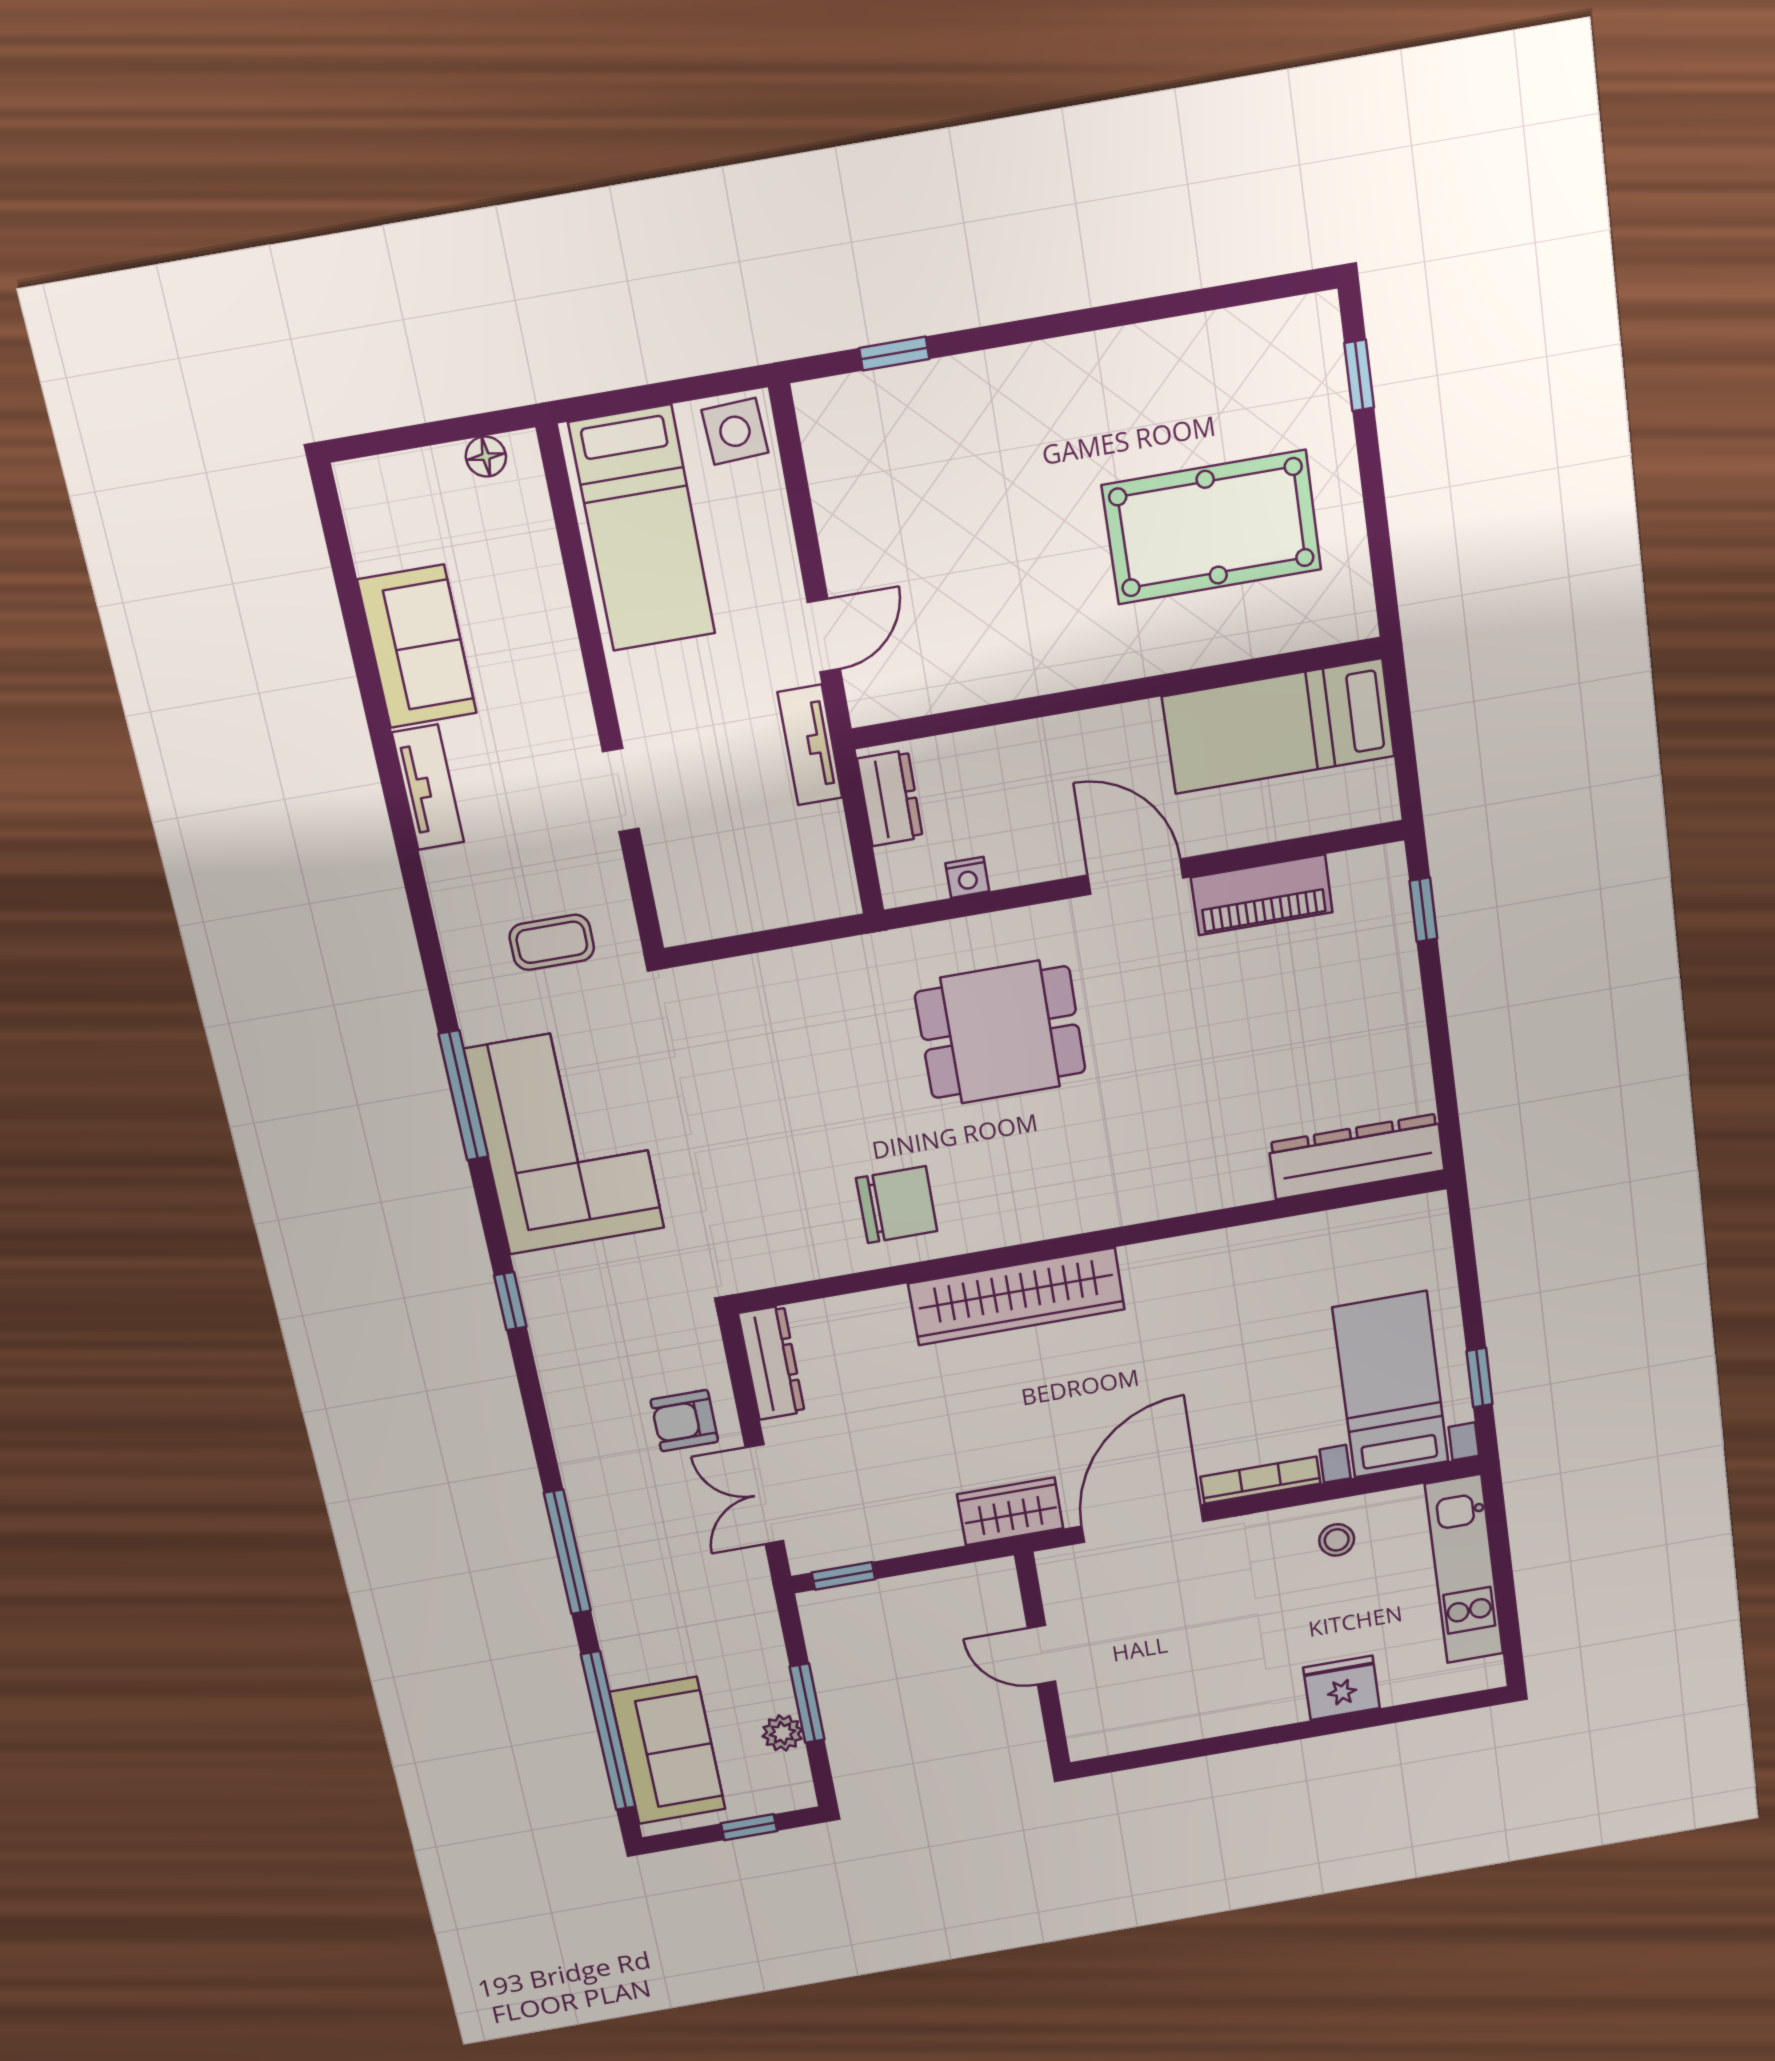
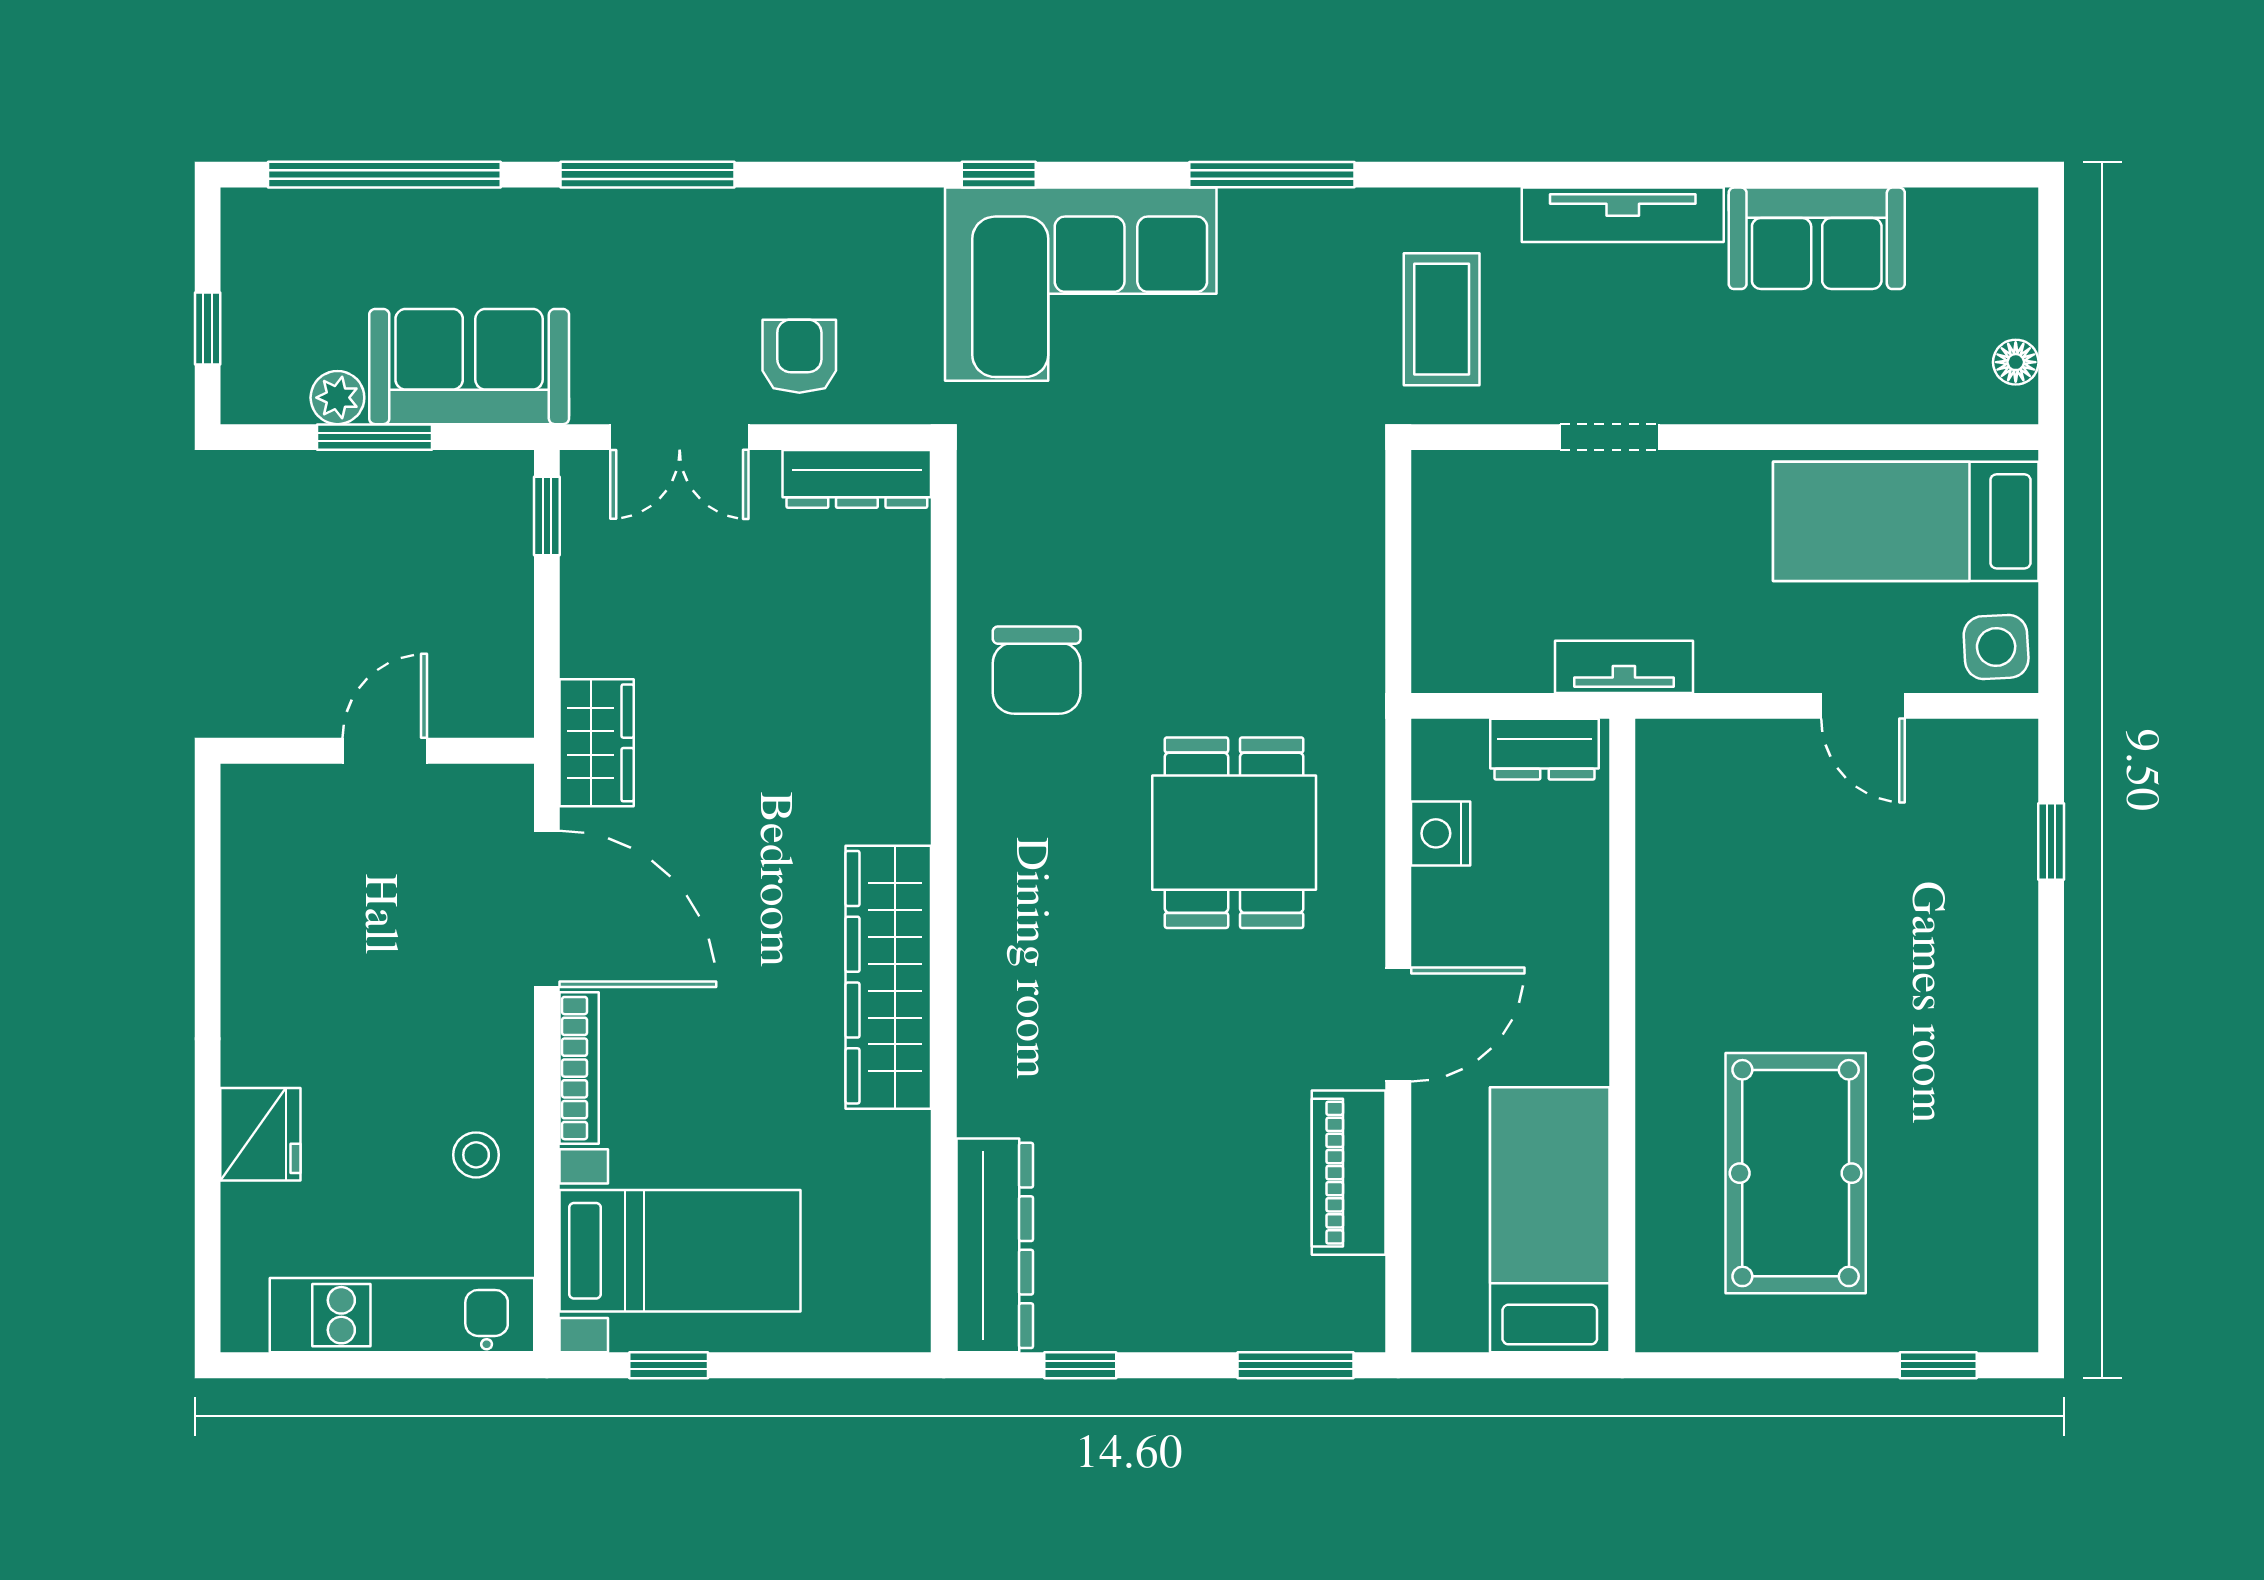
door: (824, 636) -> (1863, 706), moved
tv unit: (428, 787) -> (1623, 215), width x1.41
nightstand: (967, 877) -> (1441, 833), width x1.39, depth x1.35
window: (1423, 910) -> (1295, 1365), width x1.50
coffee table: (552, 942) -> (1442, 319), width x1.36, depth x1.30
window: (1443, 1076) -> (1080, 1365), added
corner sofa: (565, 1139) -> (1081, 284), moved
wardrobe: (1017, 1296) -> (888, 977), moved
double door: (765, 1494) -> (680, 437), swing flipped
sofa: (668, 1751) -> (469, 367), moved, turned 180

